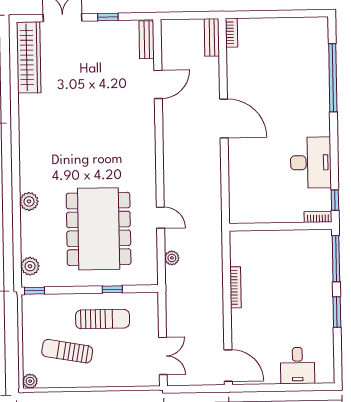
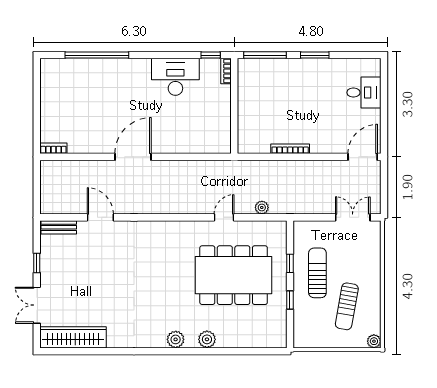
bench: (212, 37) -> (57, 167), removed
plant: (30, 266) -> (176, 339), moved
window: (34, 291) -> (290, 300), moved

